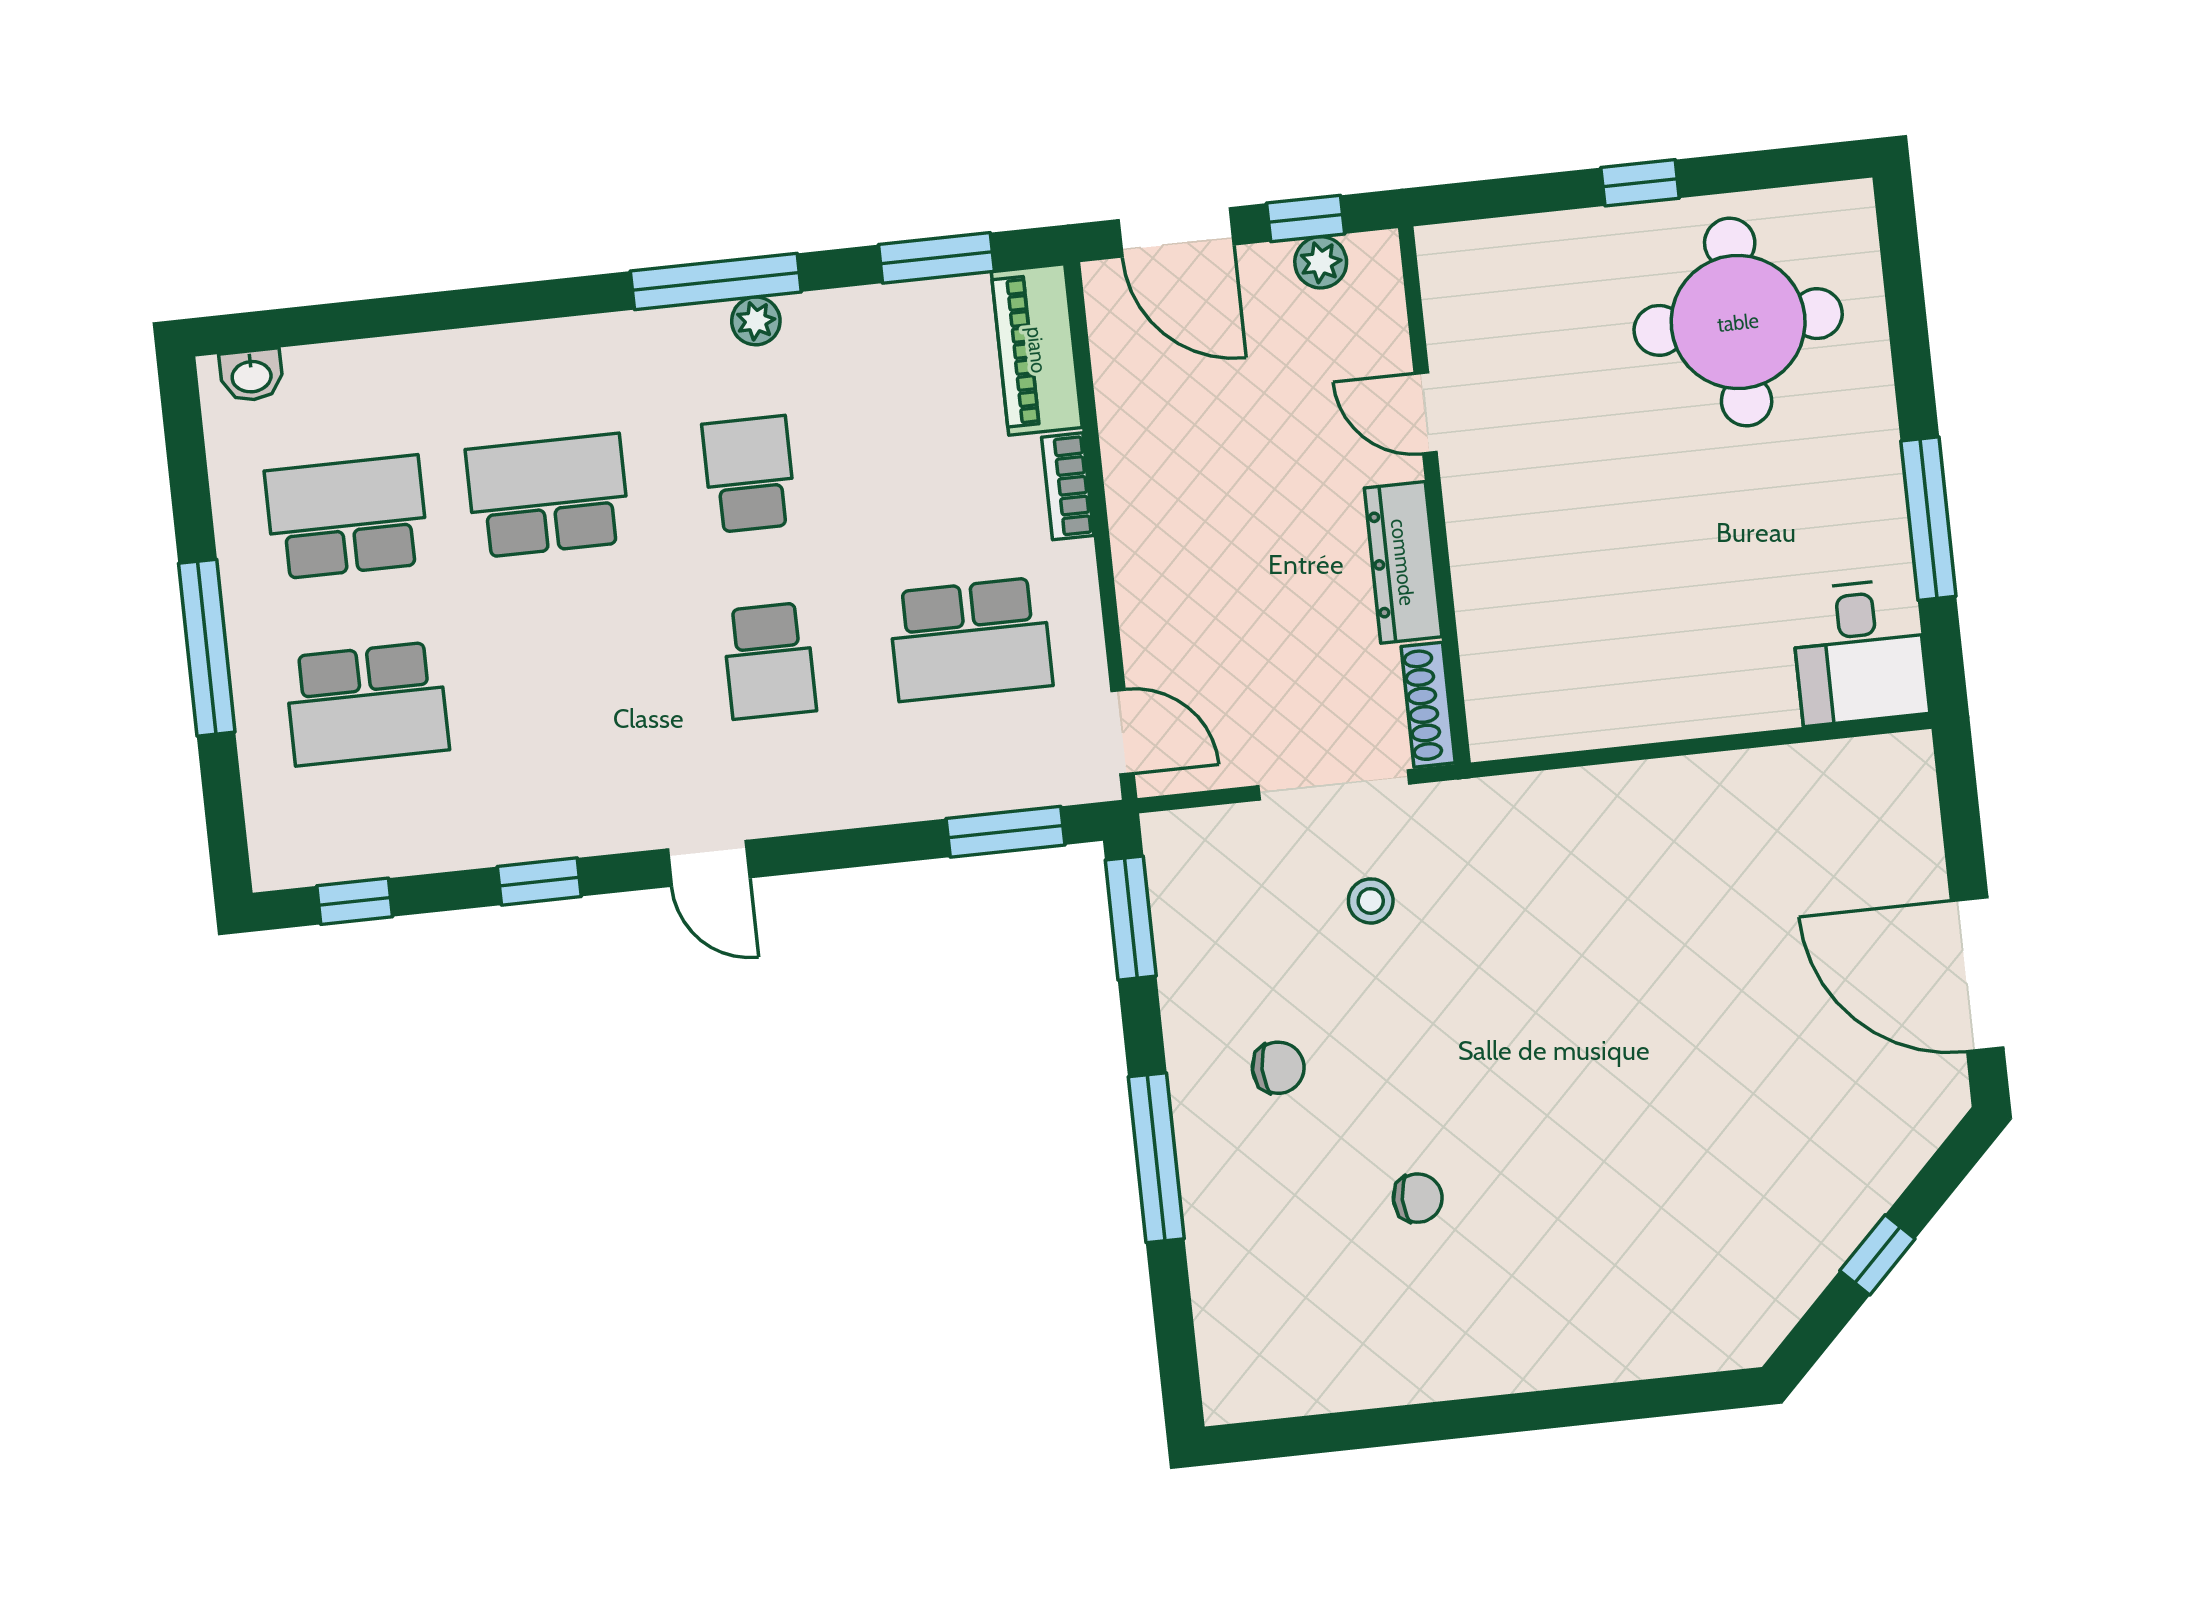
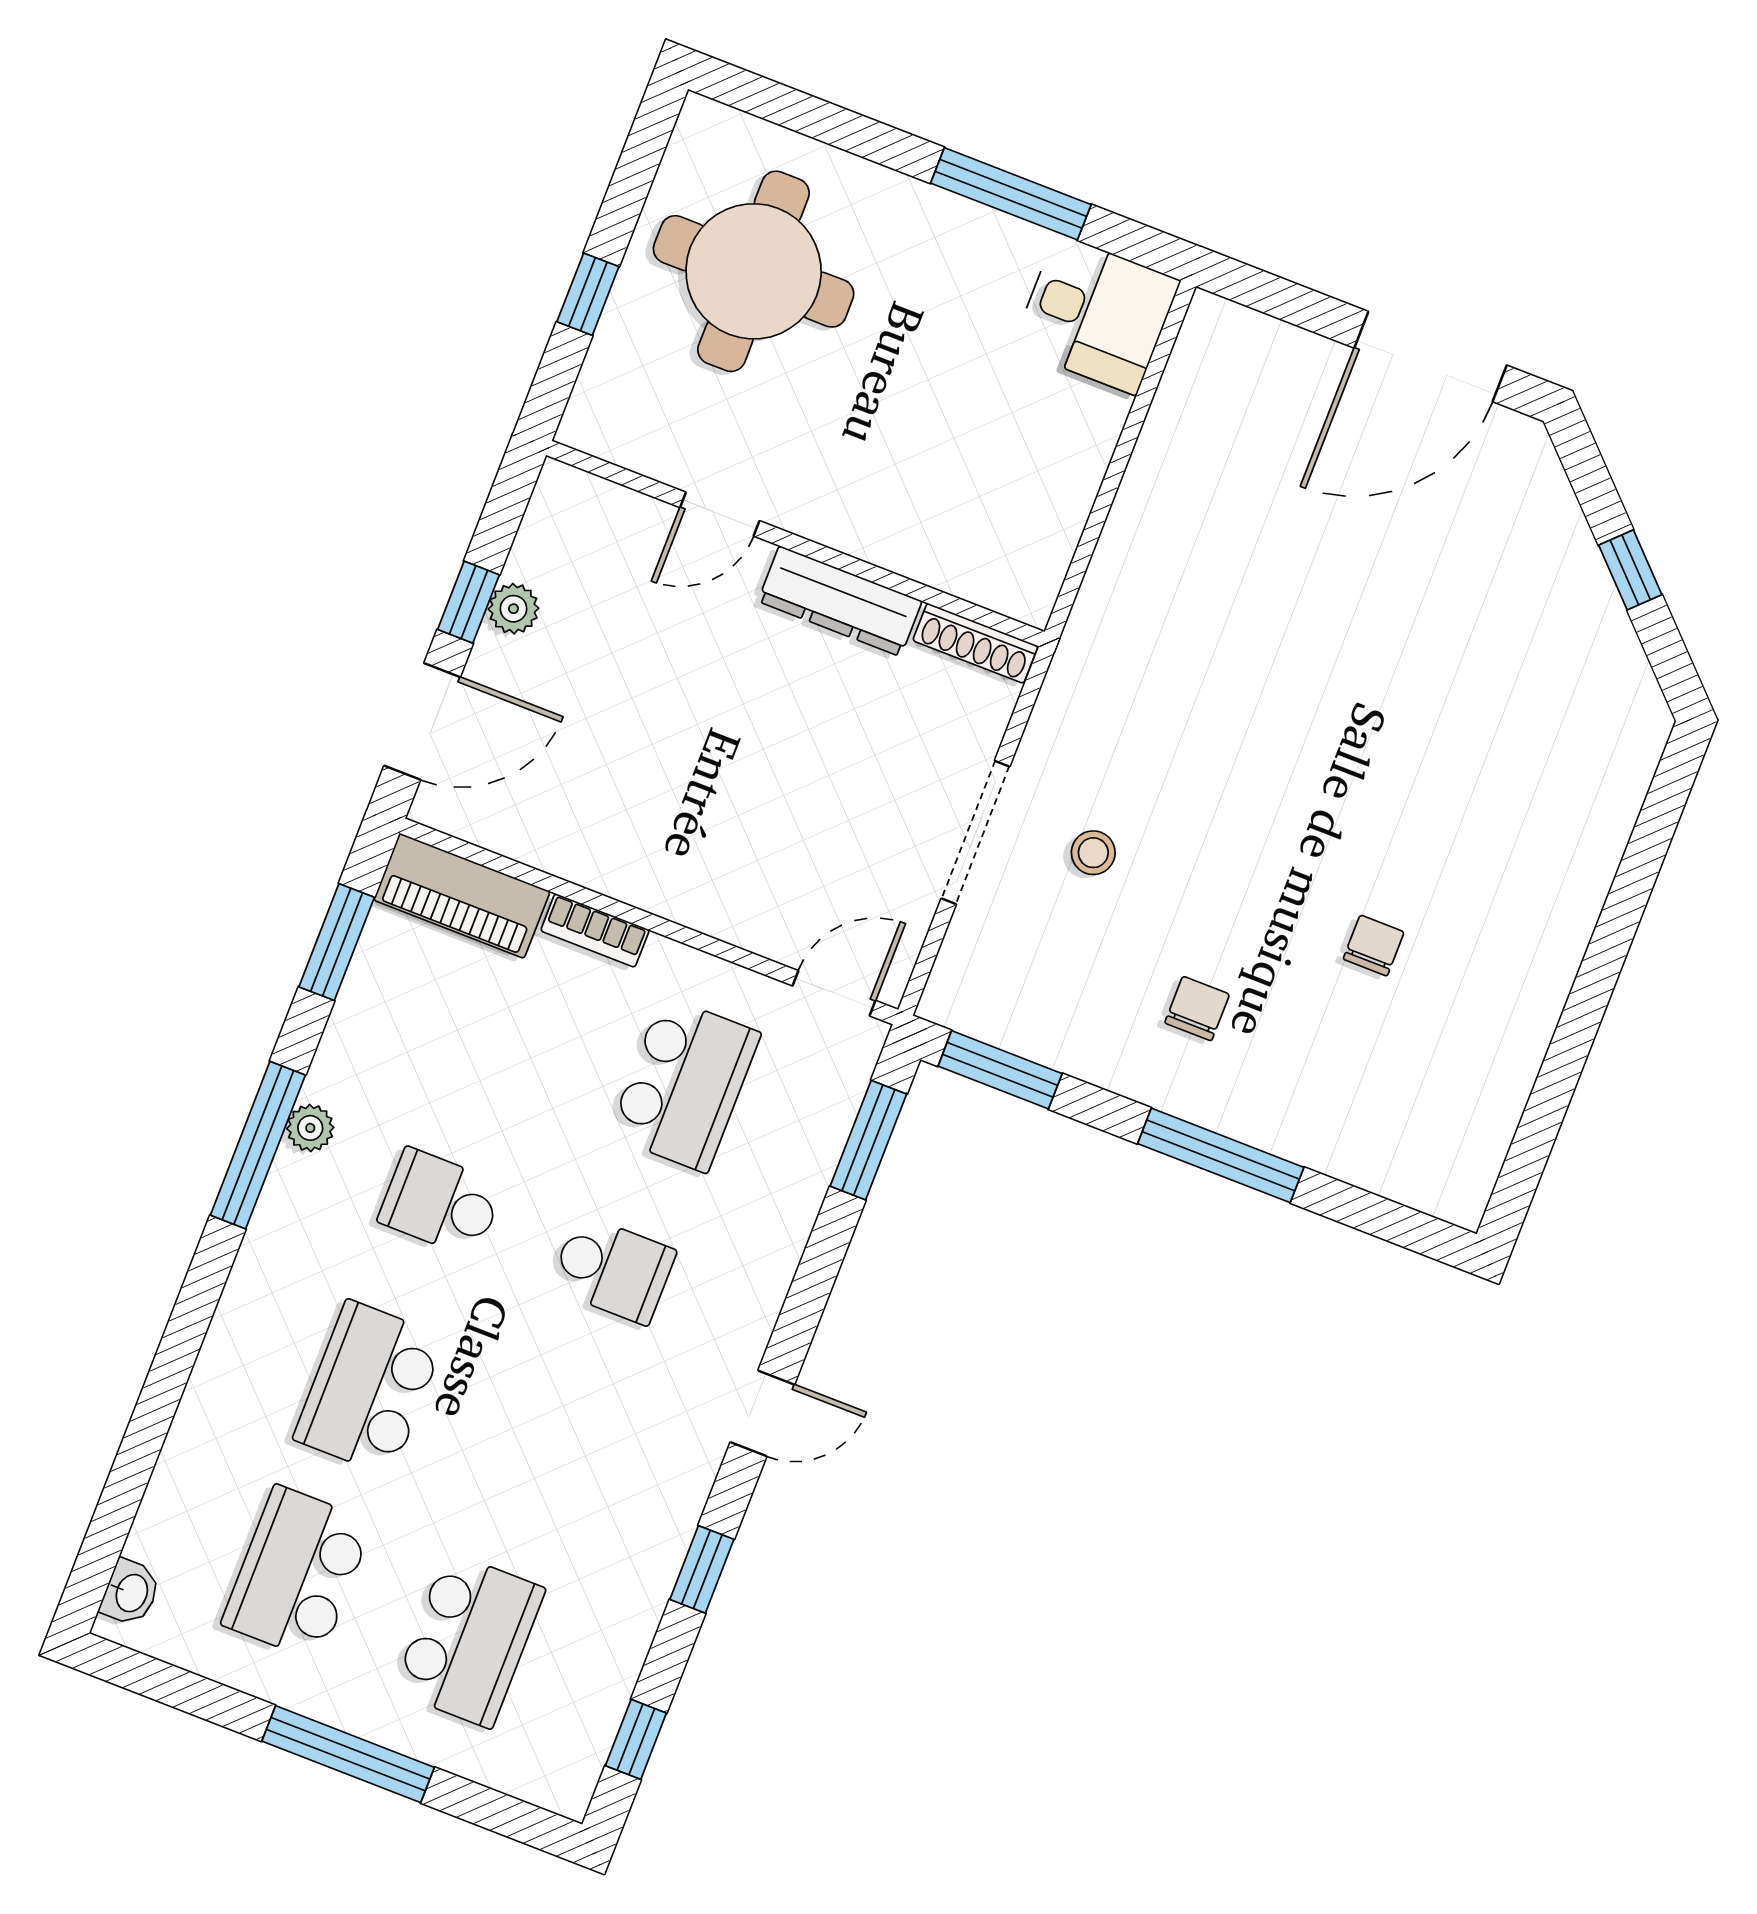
door: (1426, 413) -> (720, 514), moved
wall: (1434, 495) -> (795, 544), moved
dresser: (1403, 562) -> (840, 601), moved
shoe rack: (1428, 705) -> (975, 643), moved

